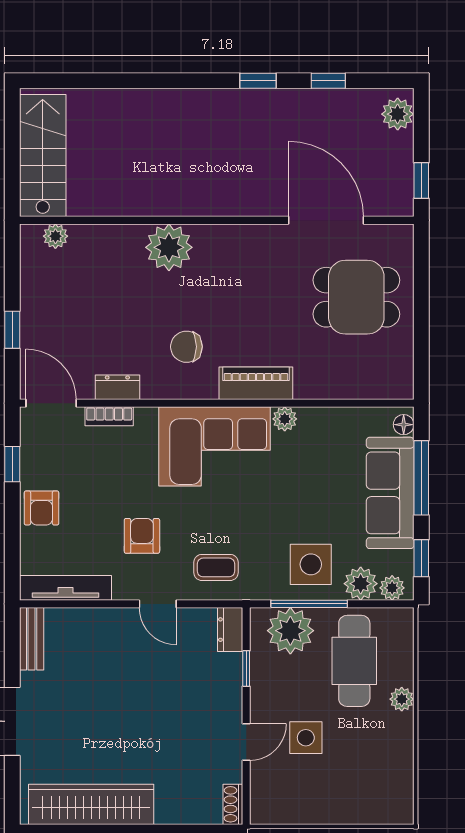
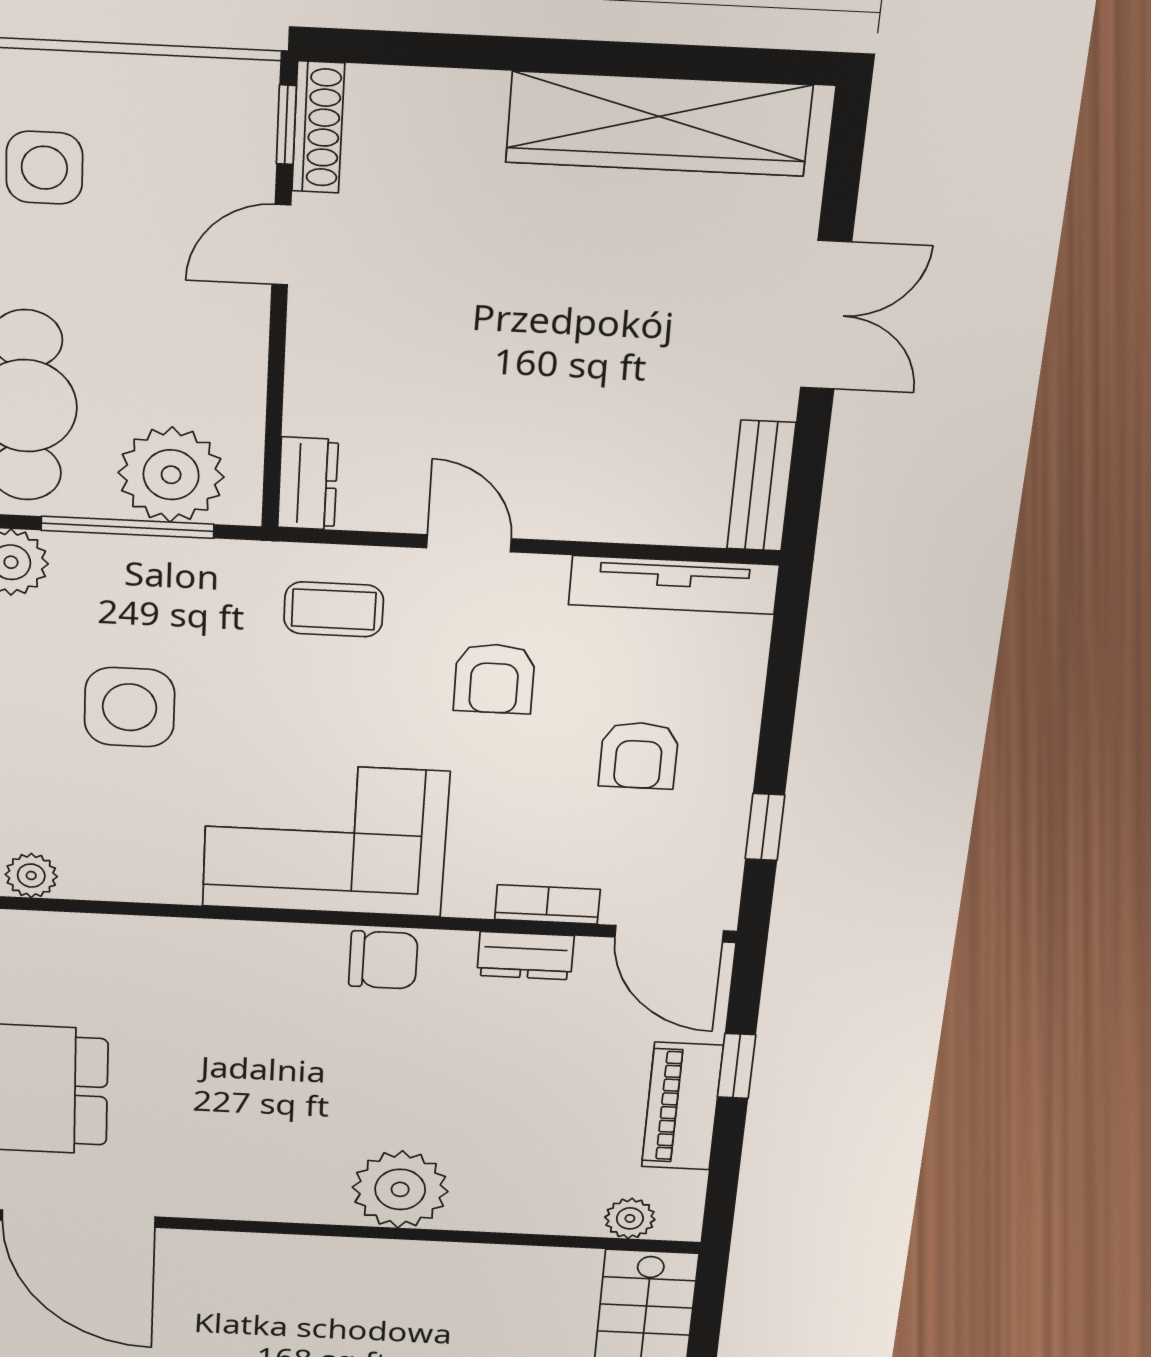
chair: (186, 347) -> (383, 960), moved
piano: (256, 383) -> (682, 1106), moved, turned 90
plant: (285, 419) -> (31, 876), moved
armchair: (41, 508) -> (639, 755), moved, turned 180
side table: (311, 564) -> (130, 707), moved
window: (246, 668) -> (286, 125), moved
side table: (306, 738) -> (44, 168), moved
shoe rack: (233, 804) -> (318, 127), width x1.43

